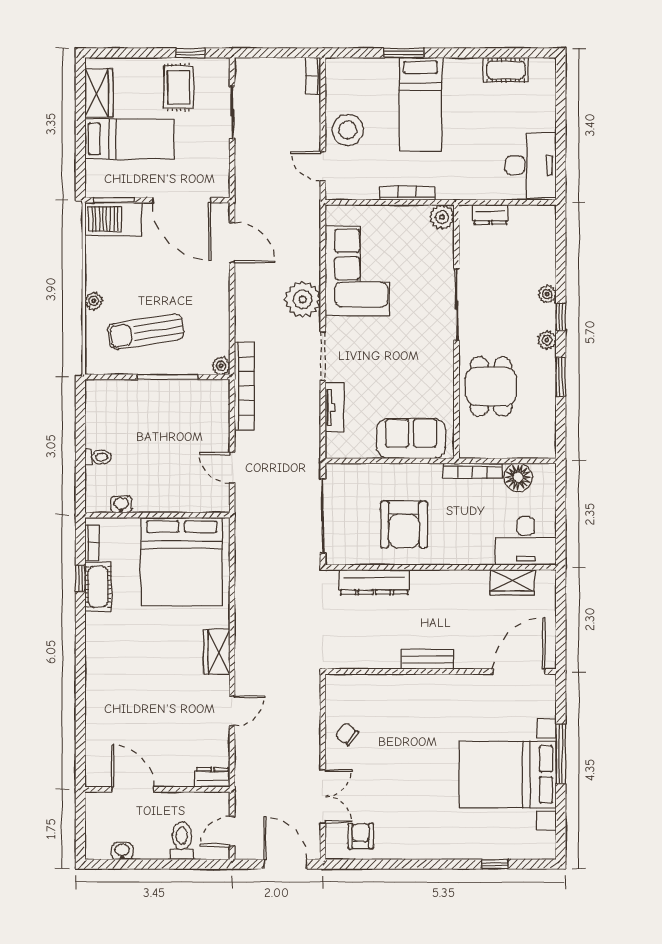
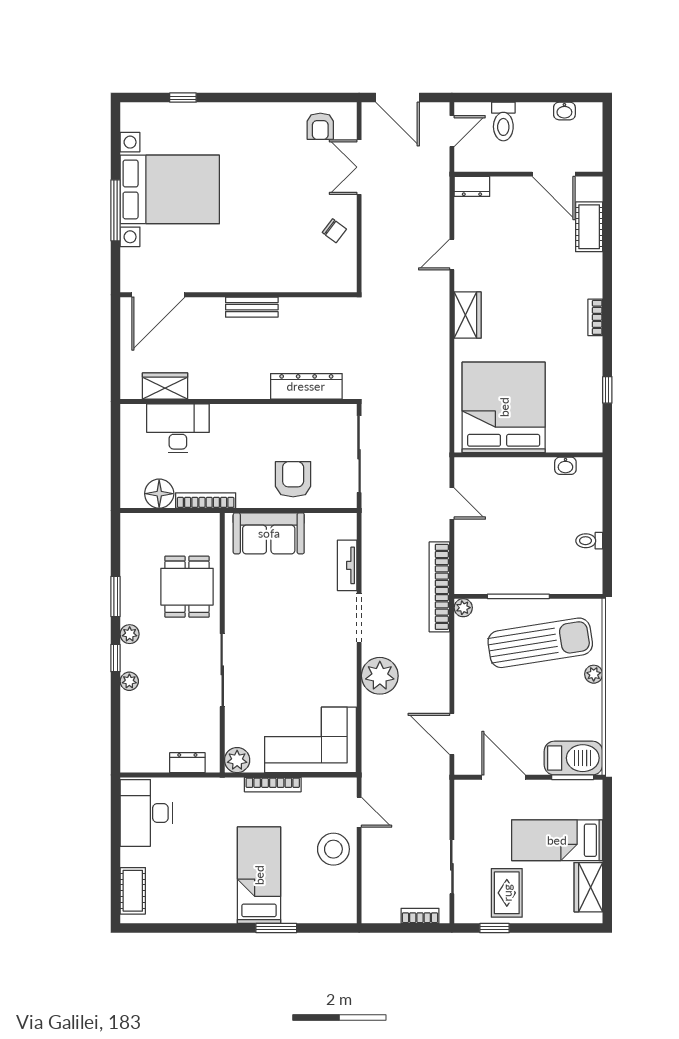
cot: (506, 70) -> (133, 891), moved, turned 90
bookcase: (313, 76) -> (420, 916), moved, turned -90
door: (182, 200) -> (504, 777), width x0.73
corner sofa: (357, 271) -> (310, 740), moved, turned 90
sun lounger: (146, 332) -> (540, 643), width x1.36, depth x1.34
toilet: (98, 457) -> (589, 541), moved
armchair: (404, 524) -> (293, 479), moved, width x0.73, depth x0.73
desk: (526, 541) -> (178, 428), moved
bookcase: (92, 543) -> (595, 317), moved
cot: (98, 587) -> (589, 227), moved

